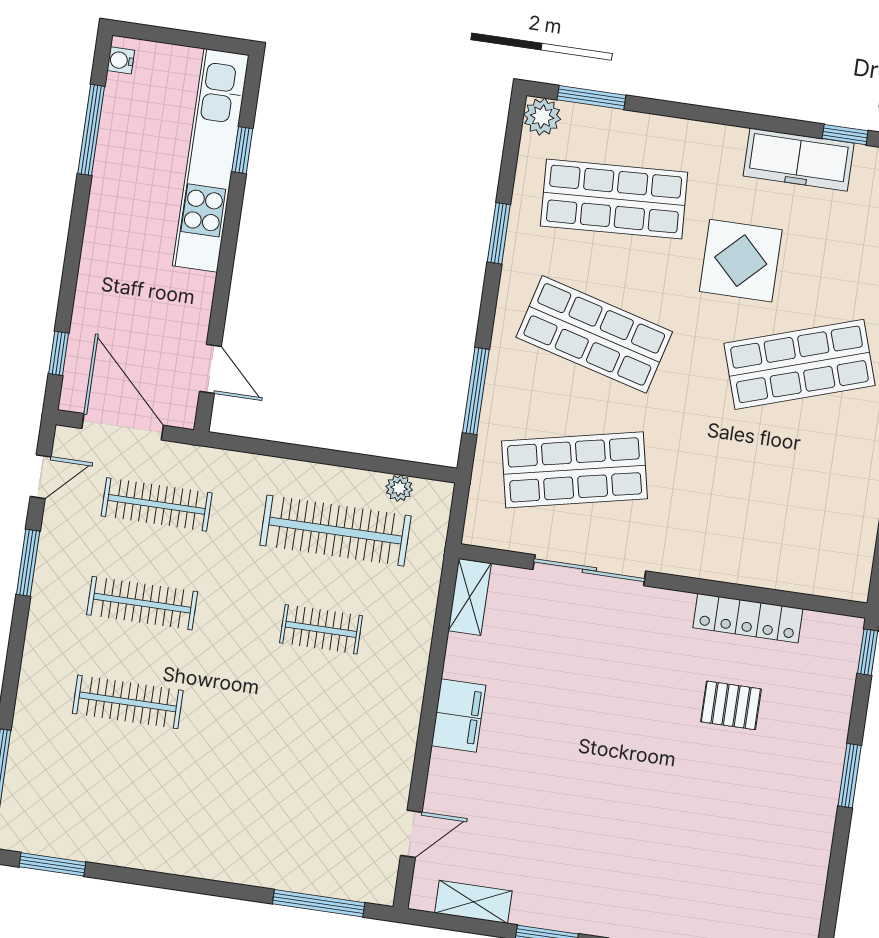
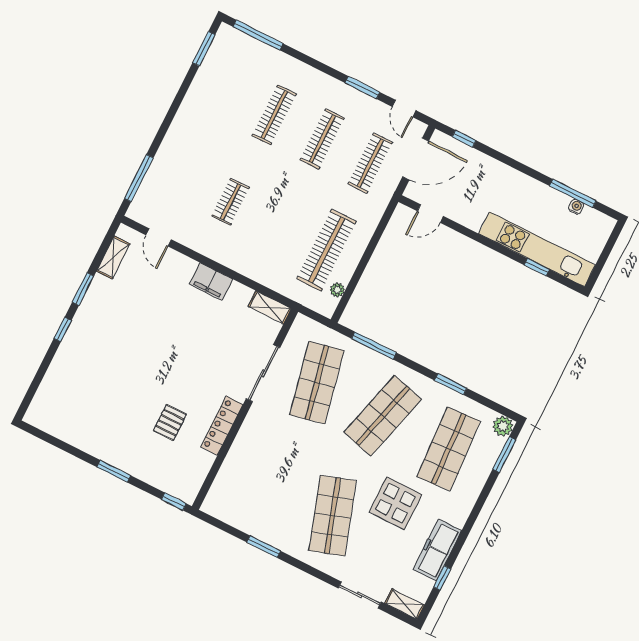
water cooler: (121, 60) -> (576, 207), moved
locker: (748, 618) -> (222, 426), moved
clothes rail: (321, 629) -> (230, 202), moved

